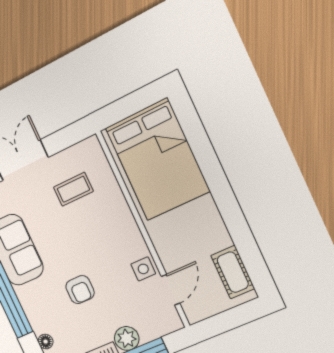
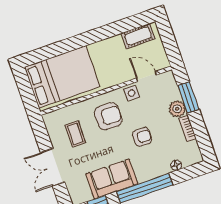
armchair: (105, 237) -> (108, 116), added

